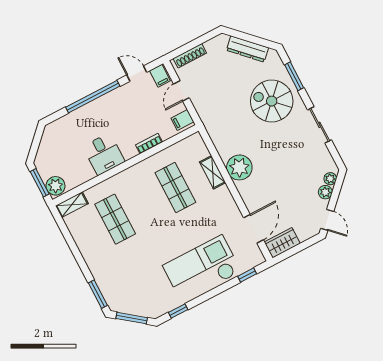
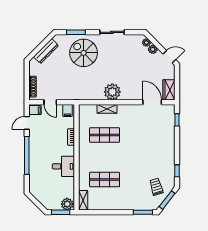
spiral stairs: (272, 101) -> (84, 53), turned 90
checkout: (202, 268) -> (160, 144), removed
trolley: (142, 294) -> (156, 187), added

